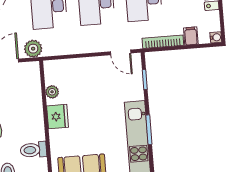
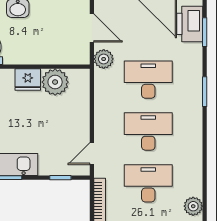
plant: (52, 92) -> (55, 82), width x1.87, depth x1.87

